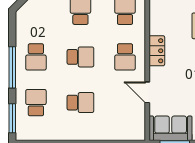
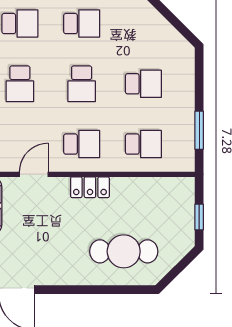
school desk: (36, 57) -> (82, 24), turned 180
school desk: (125, 57) -> (82, 144), turned 180

